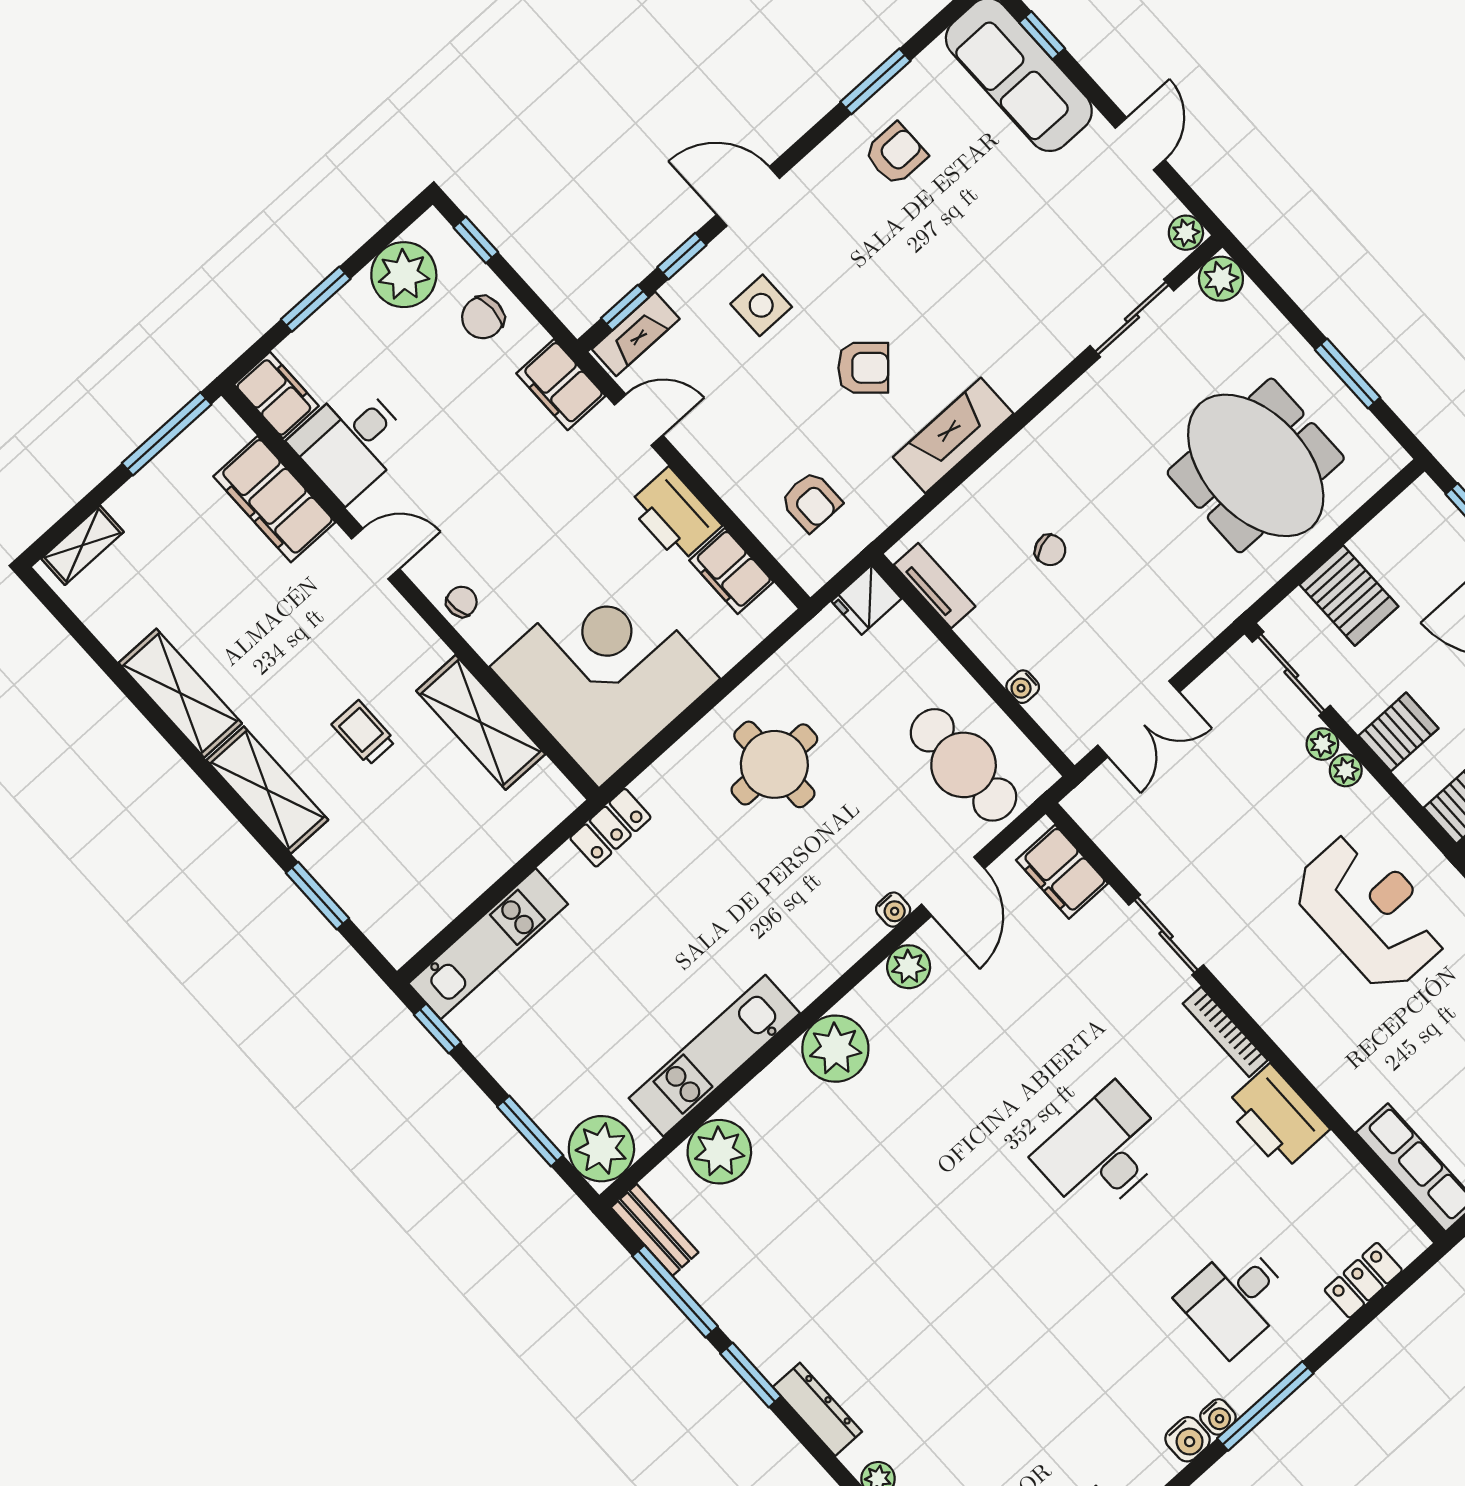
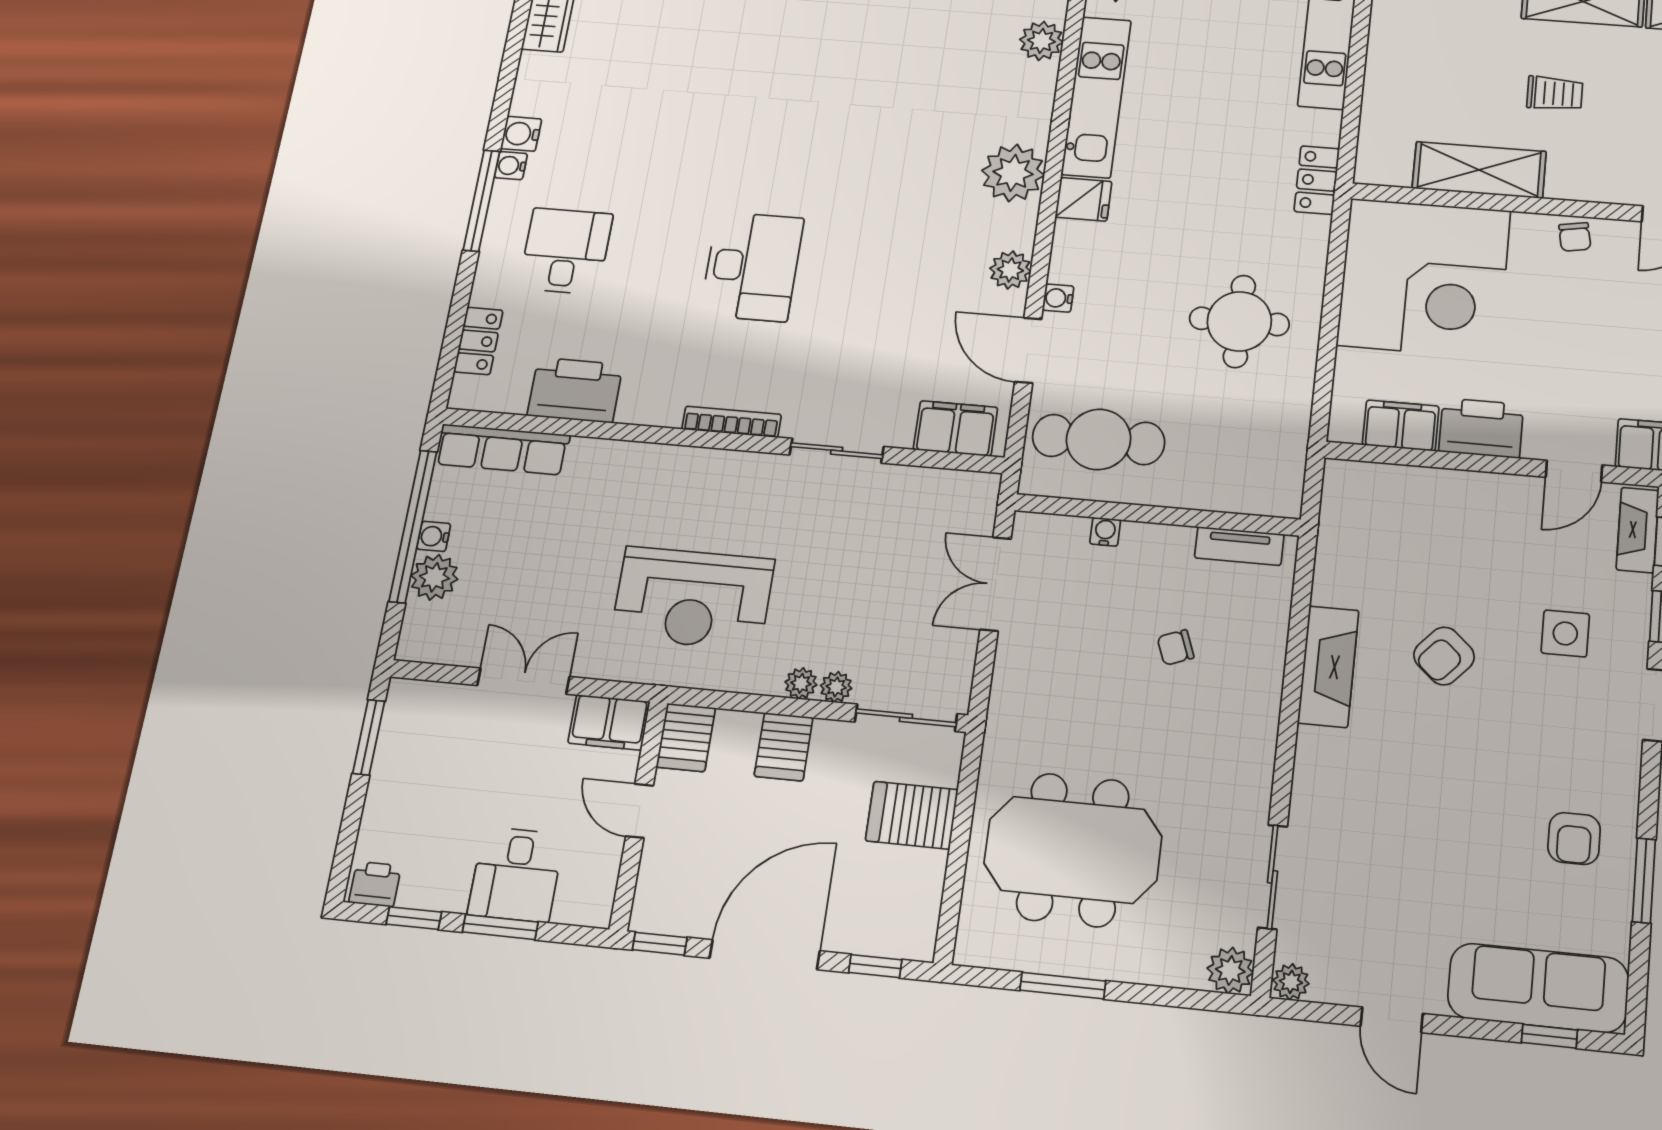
armchair: (811, 501) -> (1390, 525), removed
fridge: (866, 600) -> (1084, 199), moved, turned 90
printer: (1276, 1118) -> (575, 390), moved
plant: (719, 1152) -> (1041, 41), width x0.73, depth x0.73

